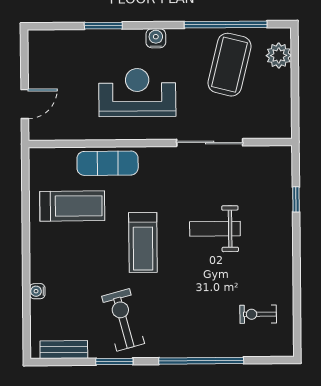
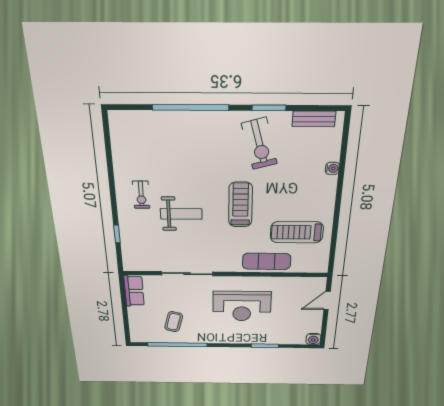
water cooler: (156, 38) -> (313, 339), moved
plant: (279, 55) -> (138, 326), removed
coffee table: (229, 65) -> (174, 322), width x0.54, depth x0.58
row of seats: (280, 114) -> (134, 291), added
exercise bike: (258, 314) -> (141, 195), moved, turned 90

